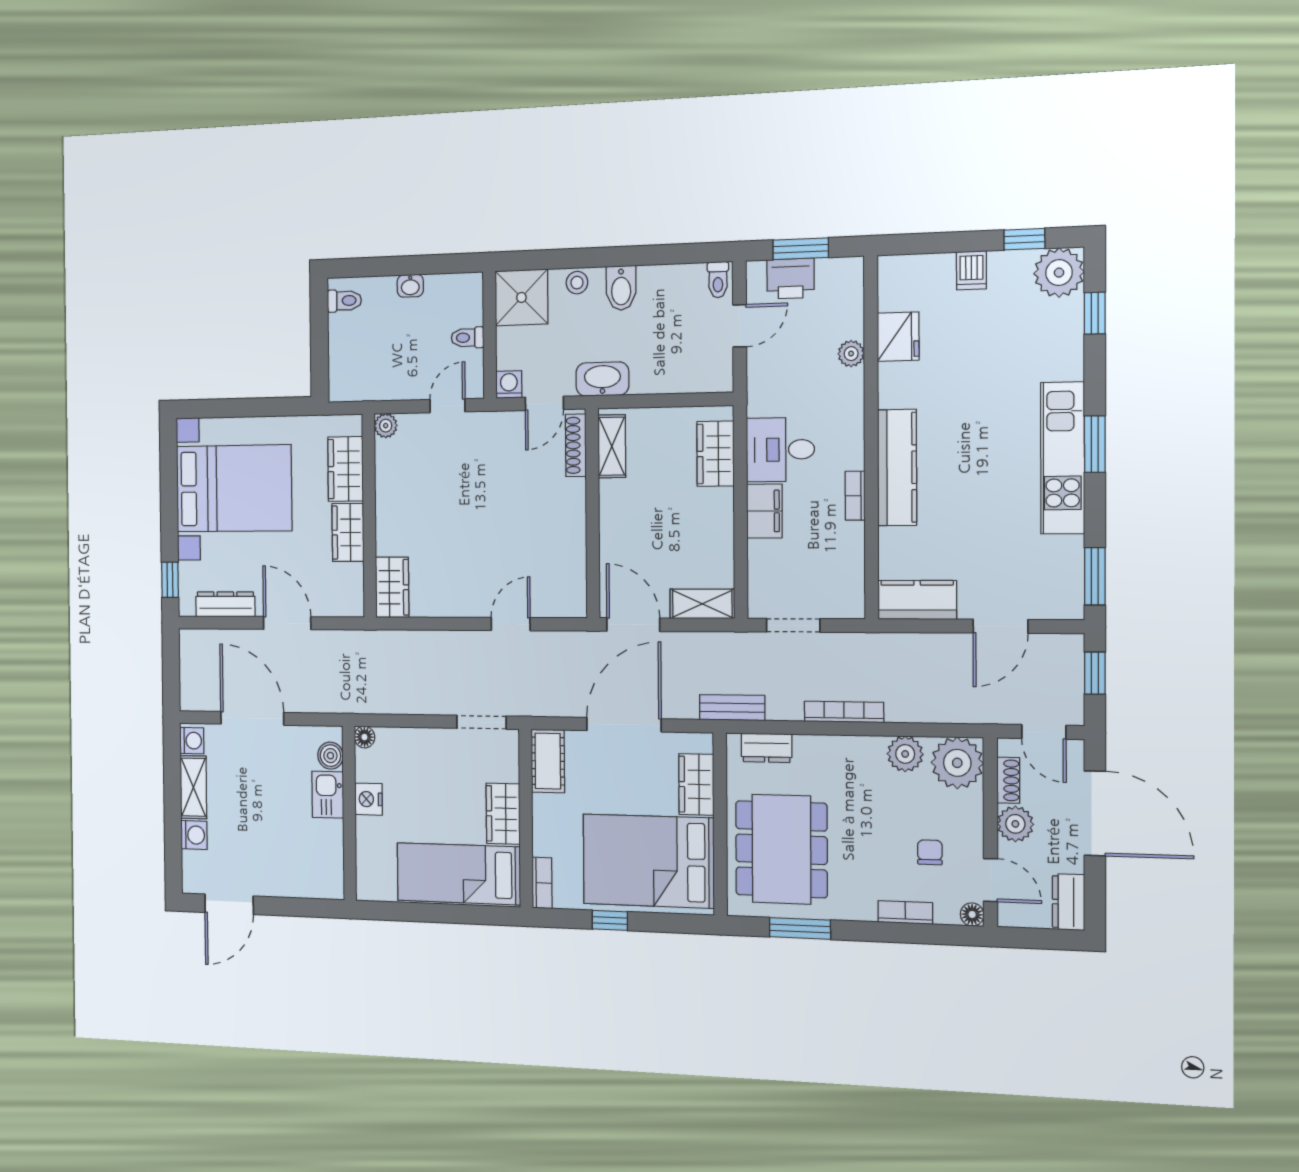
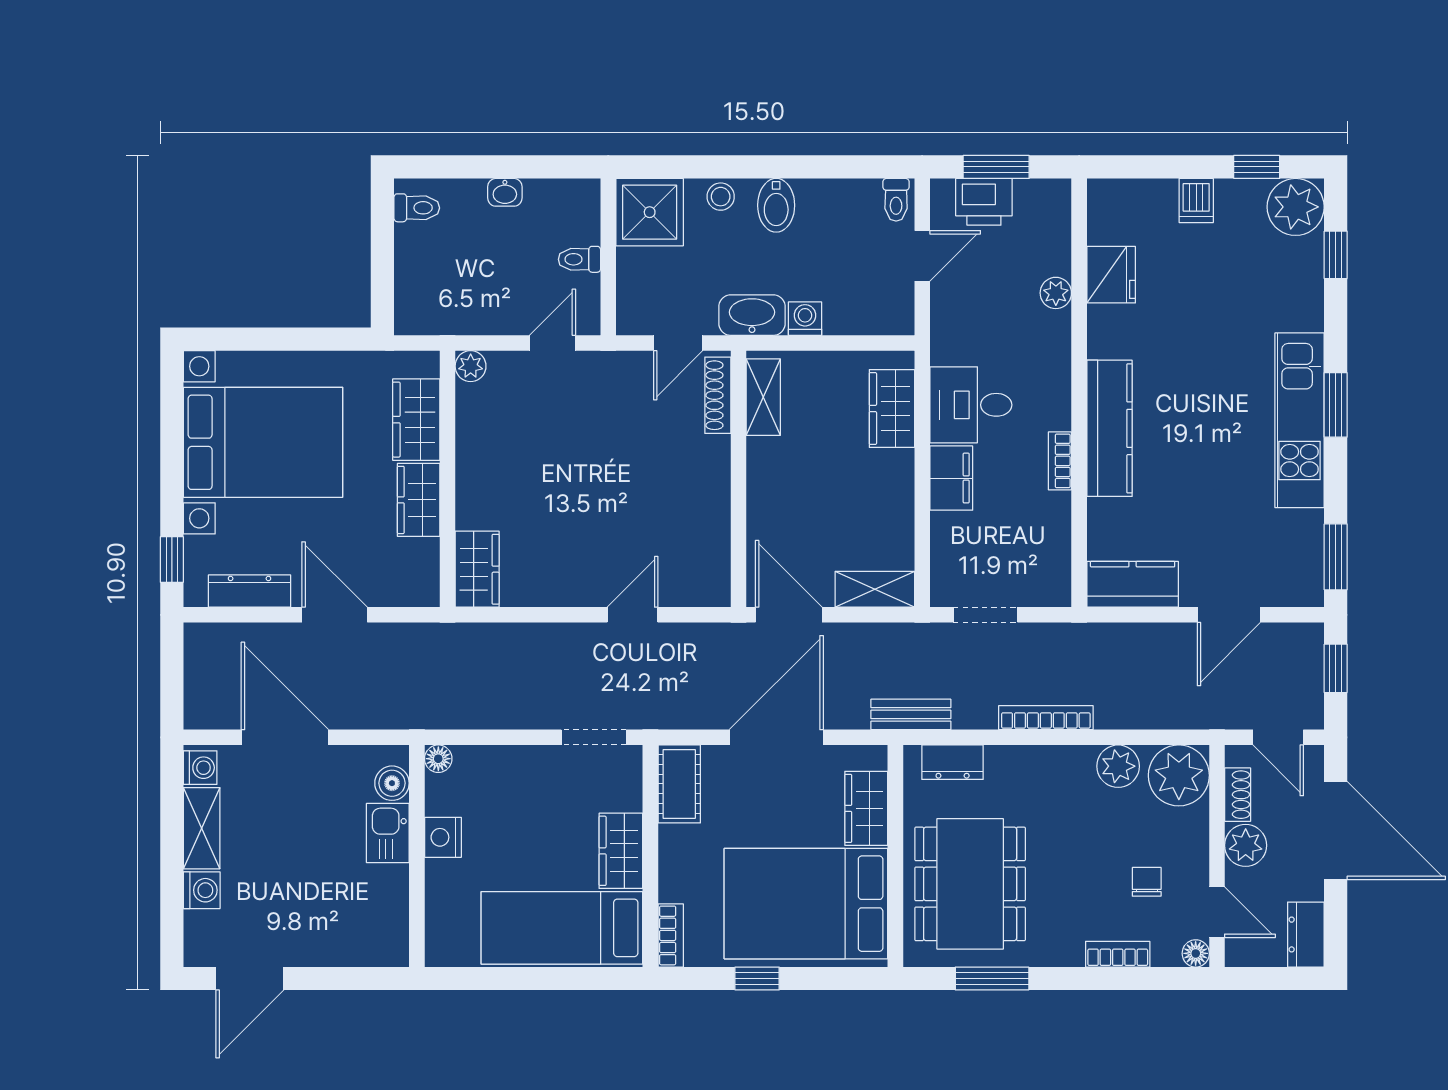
washing machine: (509, 384) -> (805, 319), moved

